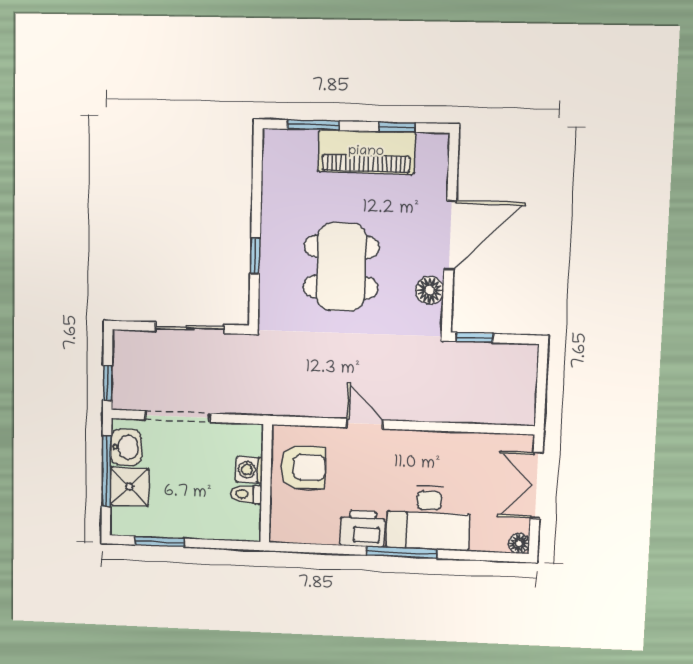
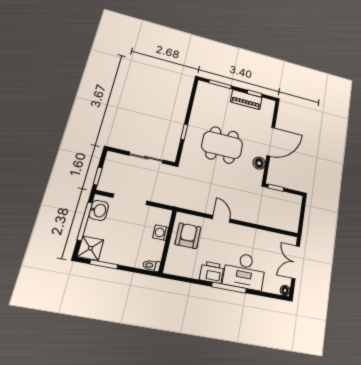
piano: (366, 152) -> (246, 100), width x0.73, depth x0.75
dining table: (341, 267) -> (222, 145), turned 90
armchair: (303, 467) -> (188, 236), turned -90
shower: (129, 487) -> (90, 248), moved
toilet: (246, 494) -> (152, 265), moved

